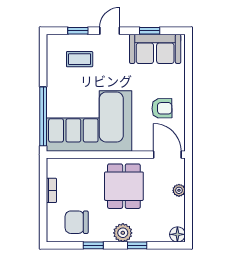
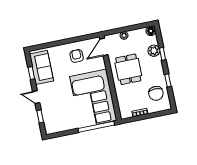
coffee table: (80, 59) -> (57, 112), removed
dining table: (124, 186) -> (128, 69), turned 90
plant: (123, 233) -> (154, 51), moved

